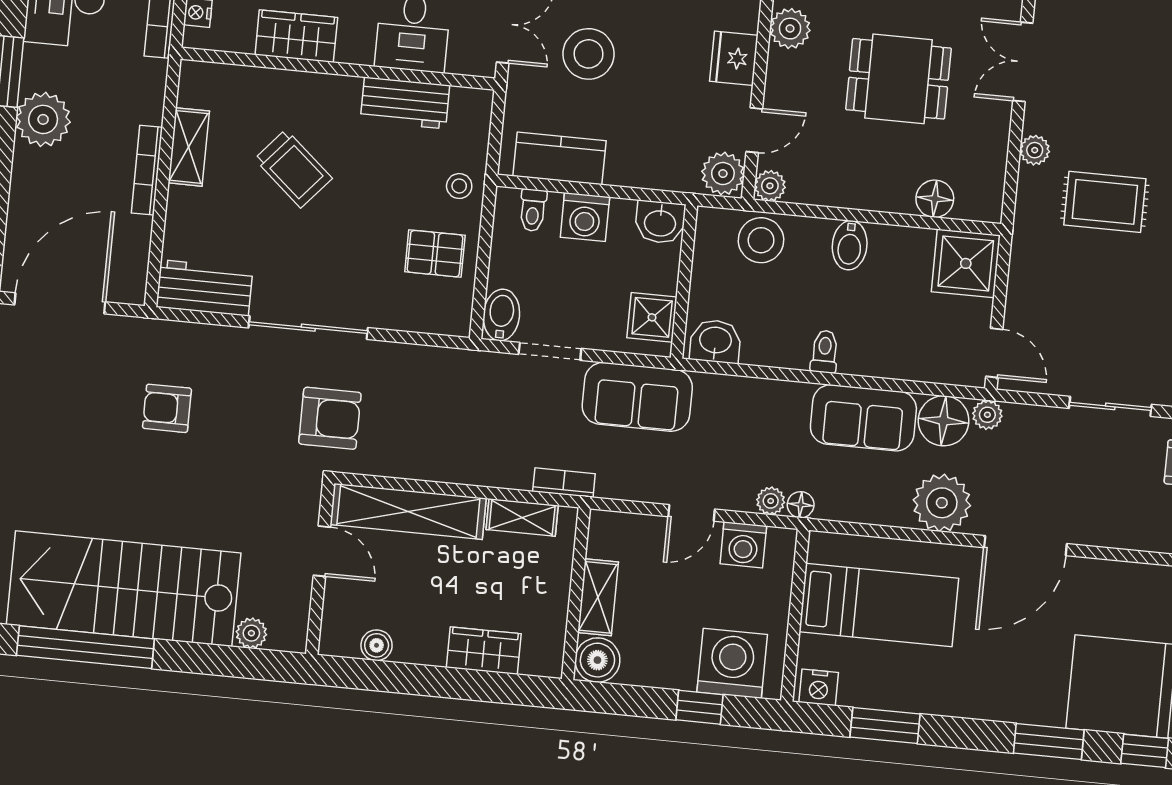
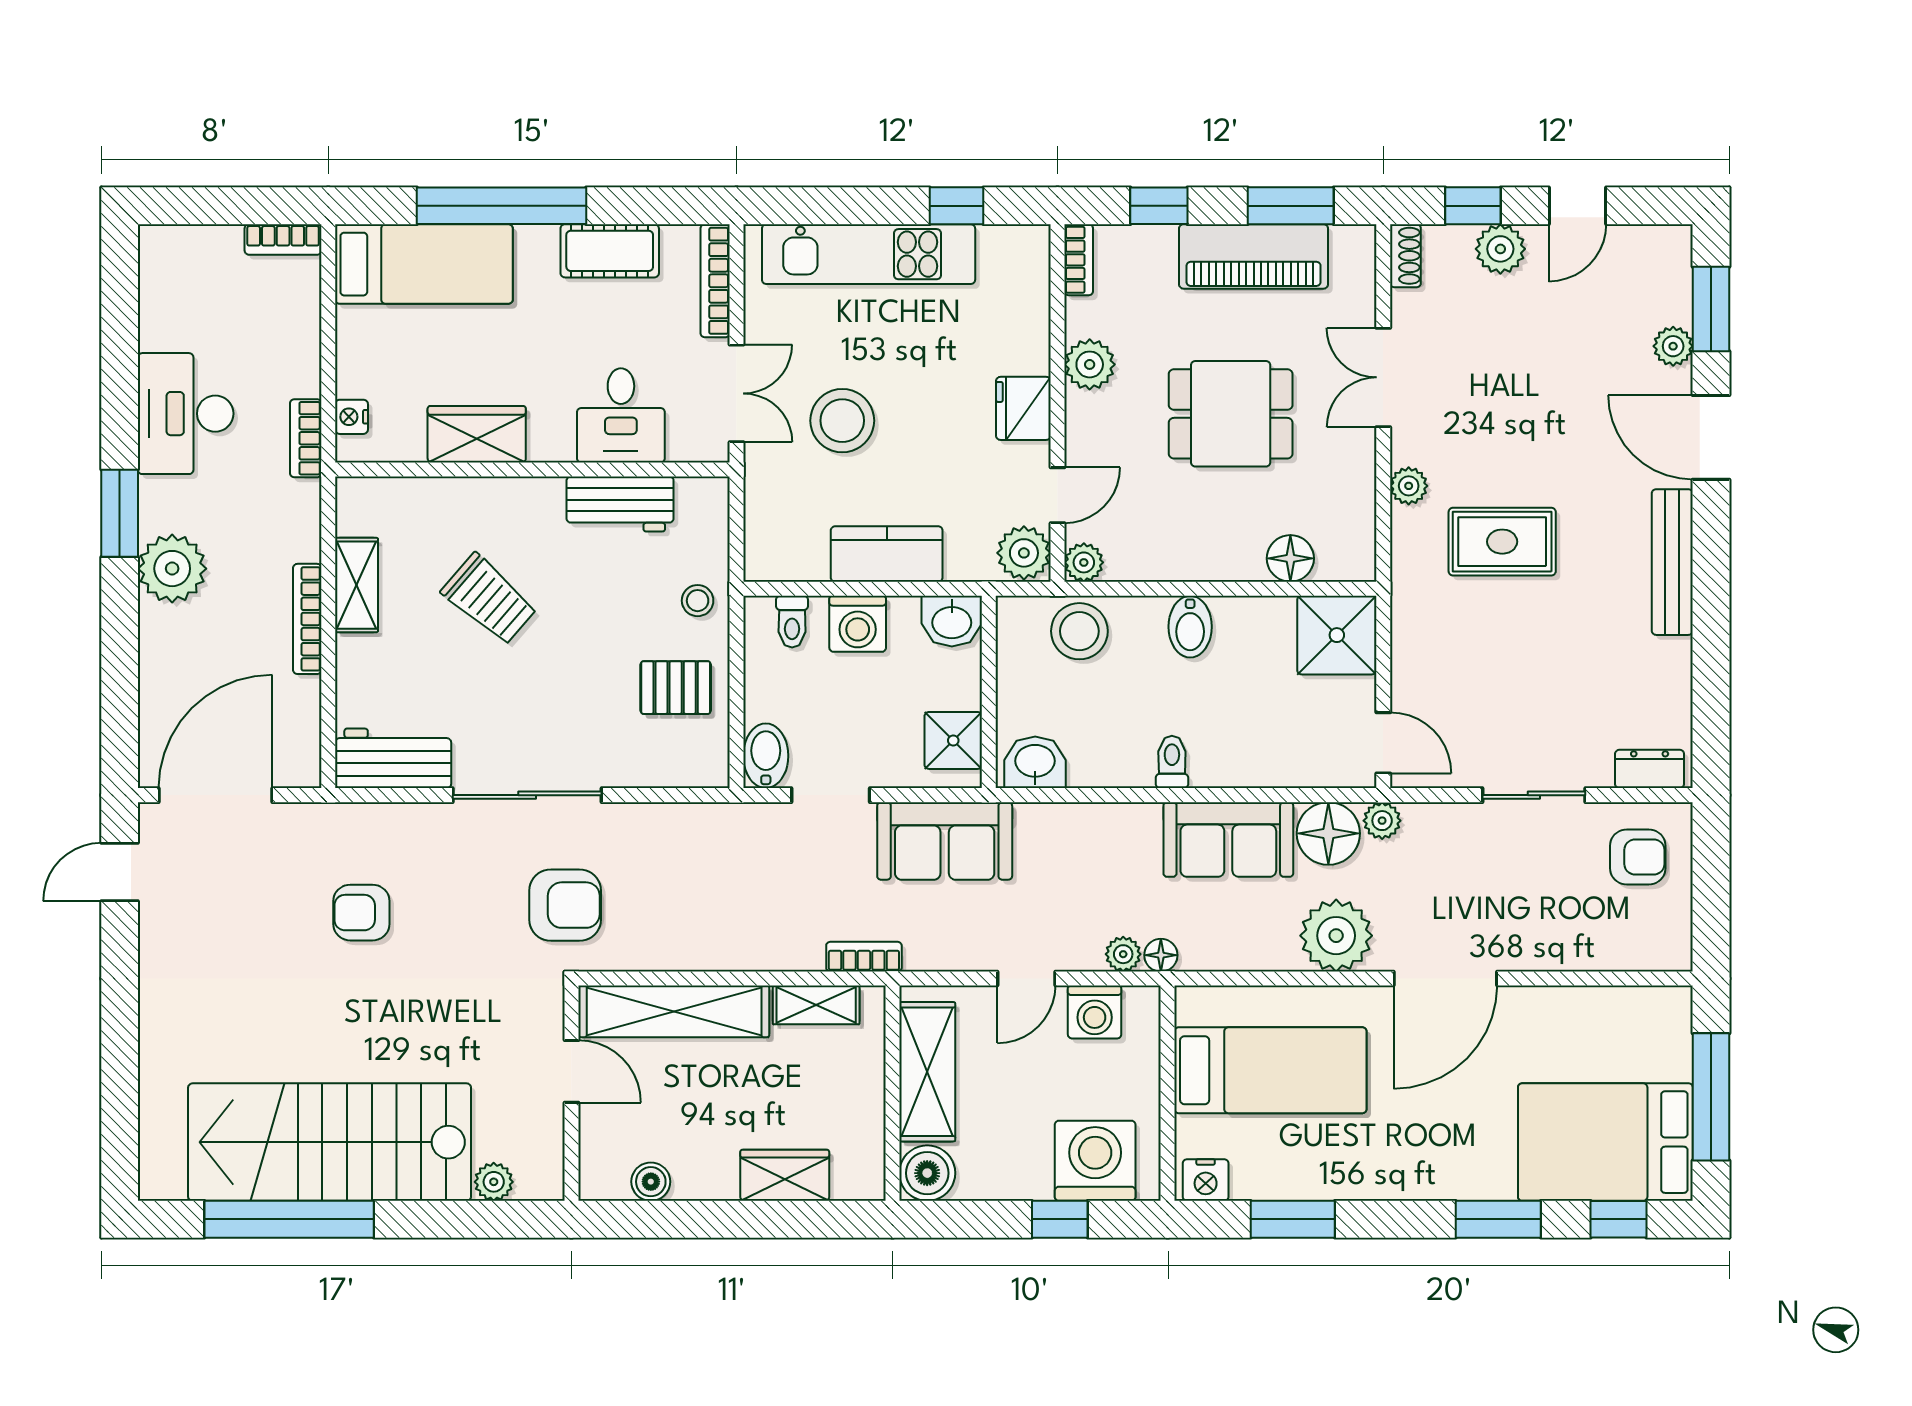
kitchen counter: (559, 158) -> (887, 554), moved
shelving: (598, 597) -> (927, 1072), width x1.50, depth x1.33

